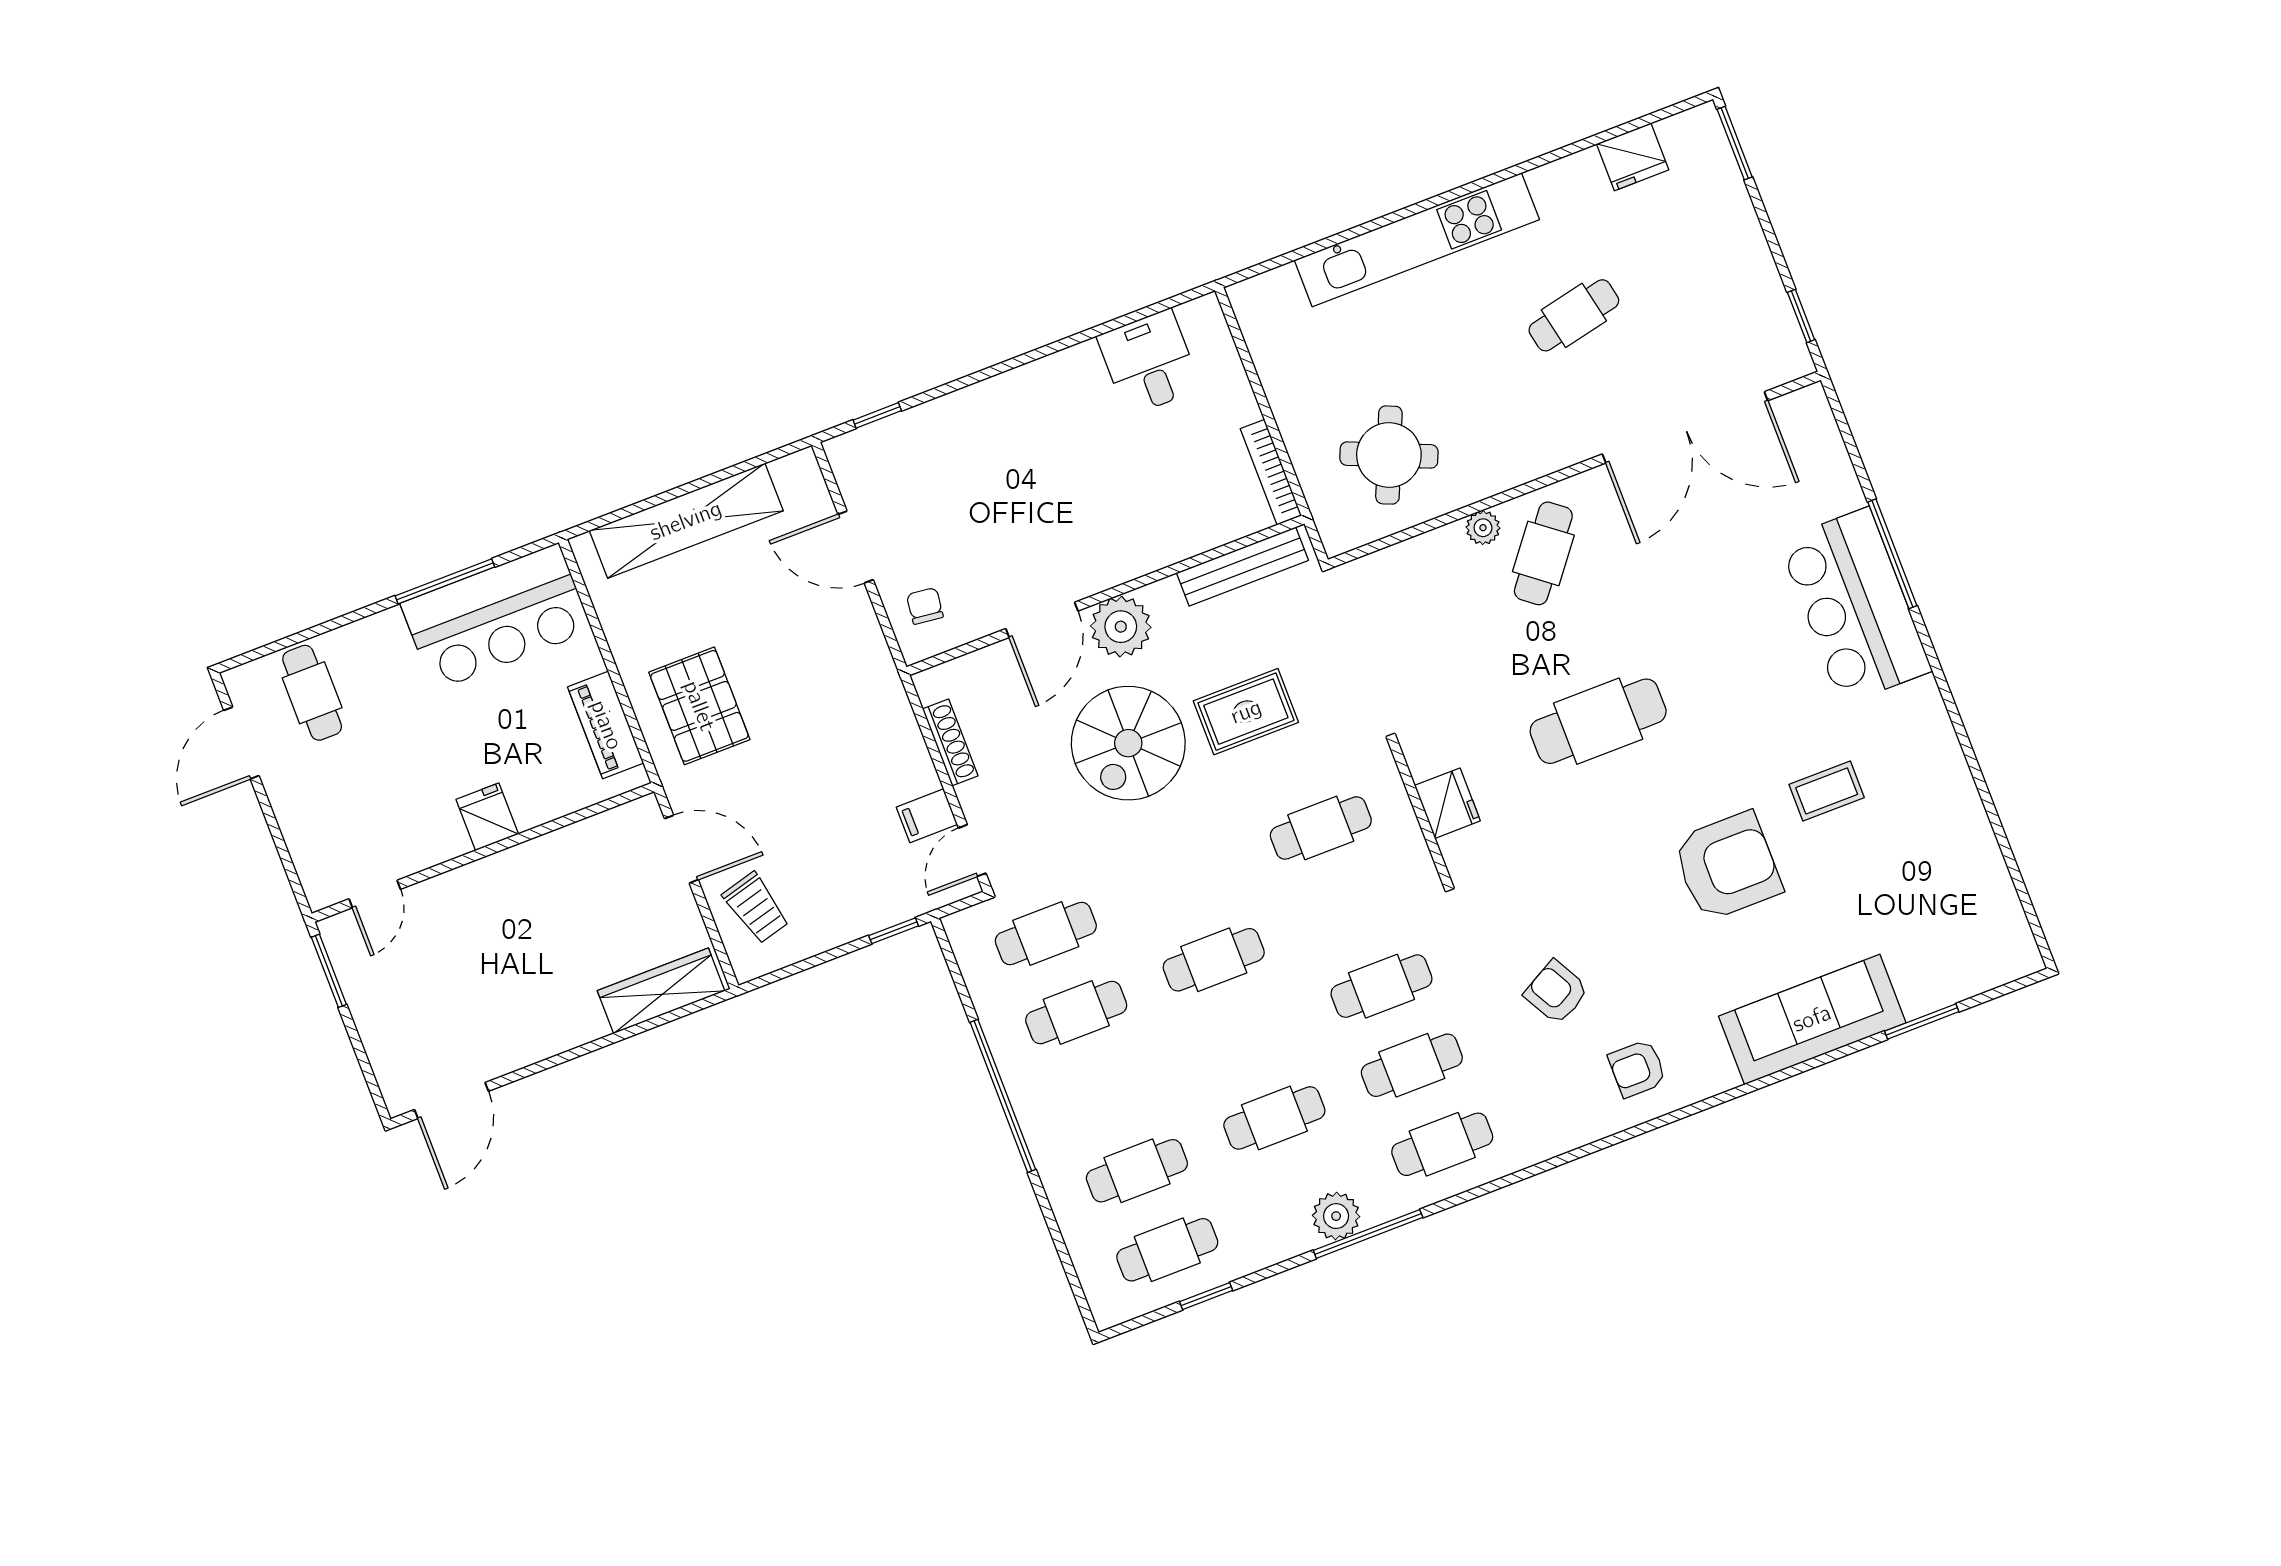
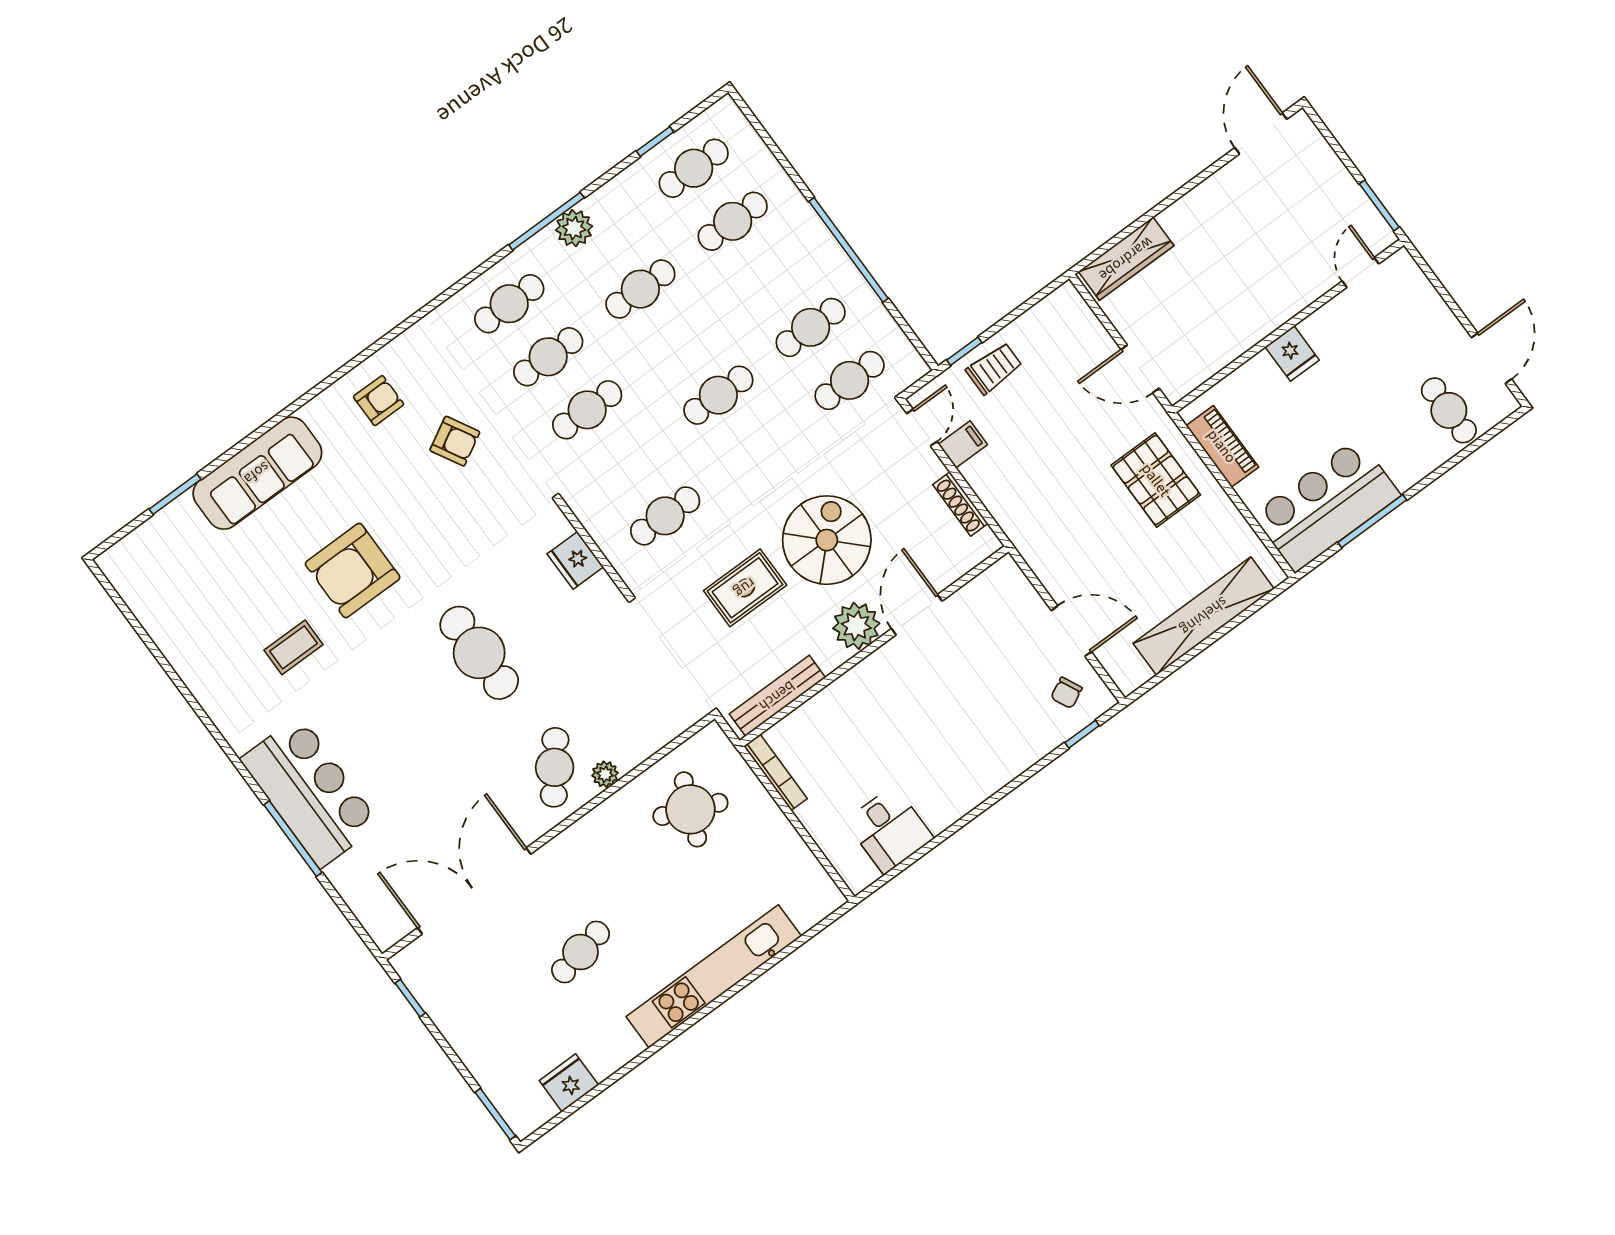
chair: (925, 606) -> (1066, 693), moved, turned 57
cafe table: (1598, 721) -> (479, 653), turned 90
trolley: (756, 908) -> (994, 368), moved, turned 105

